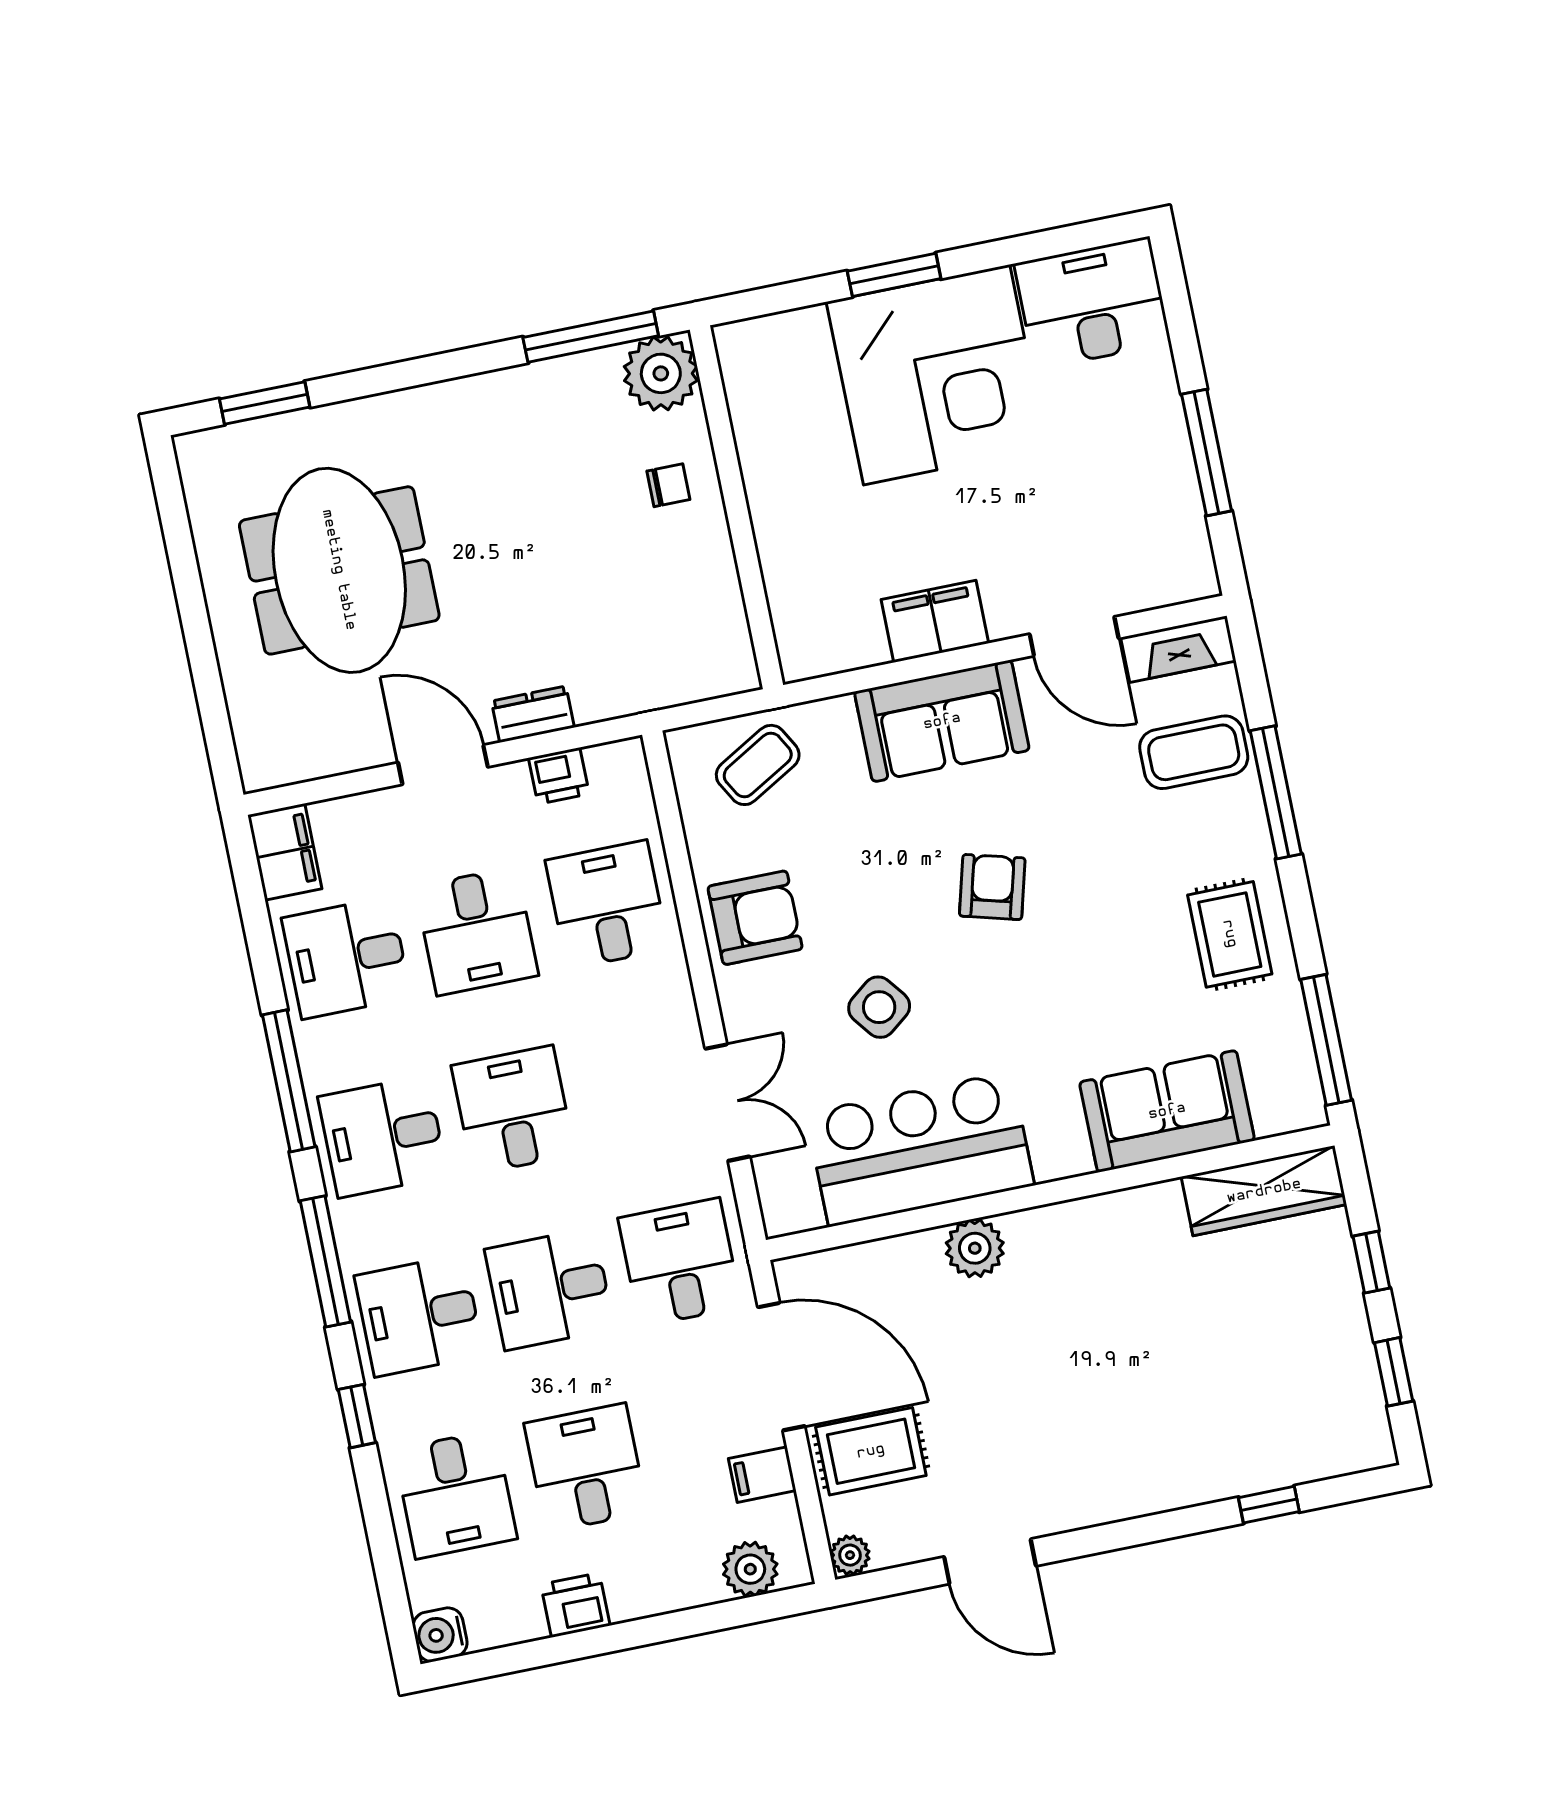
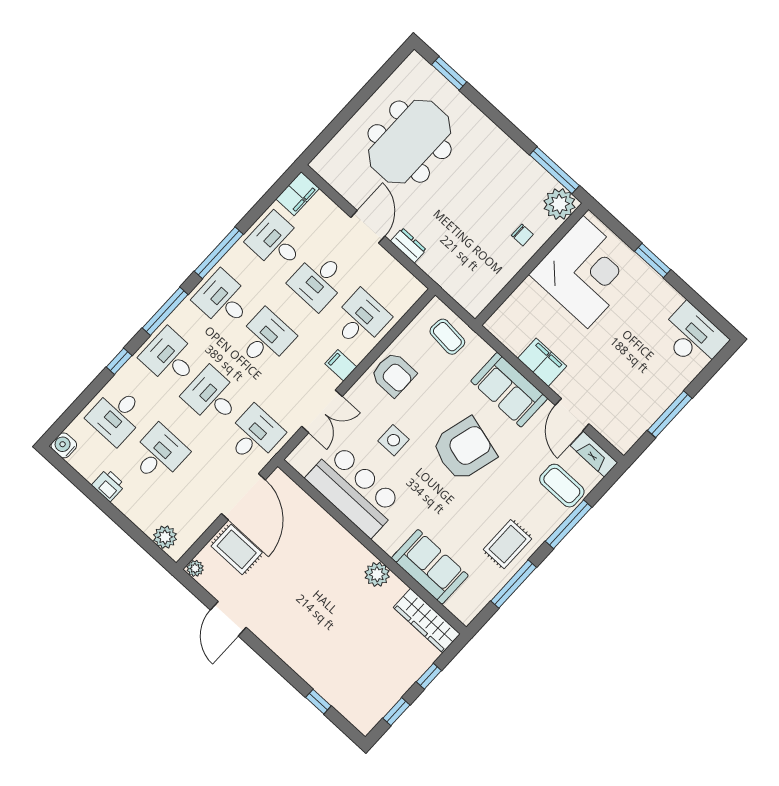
corner desk: (937, 375) -> (585, 272), moved, turned -90
coffee table: (758, 765) -> (447, 337), turned 35
printer: (559, 776) -> (393, 270), removed
armchair: (992, 887) -> (464, 449), width x1.88, depth x1.88
side table: (879, 1007) -> (394, 440), turned 38
window: (1326, 1040) -> (514, 584), moved
plant: (975, 1248) -> (377, 574), moved
filing cabinet: (762, 1475) -> (341, 365), moved

